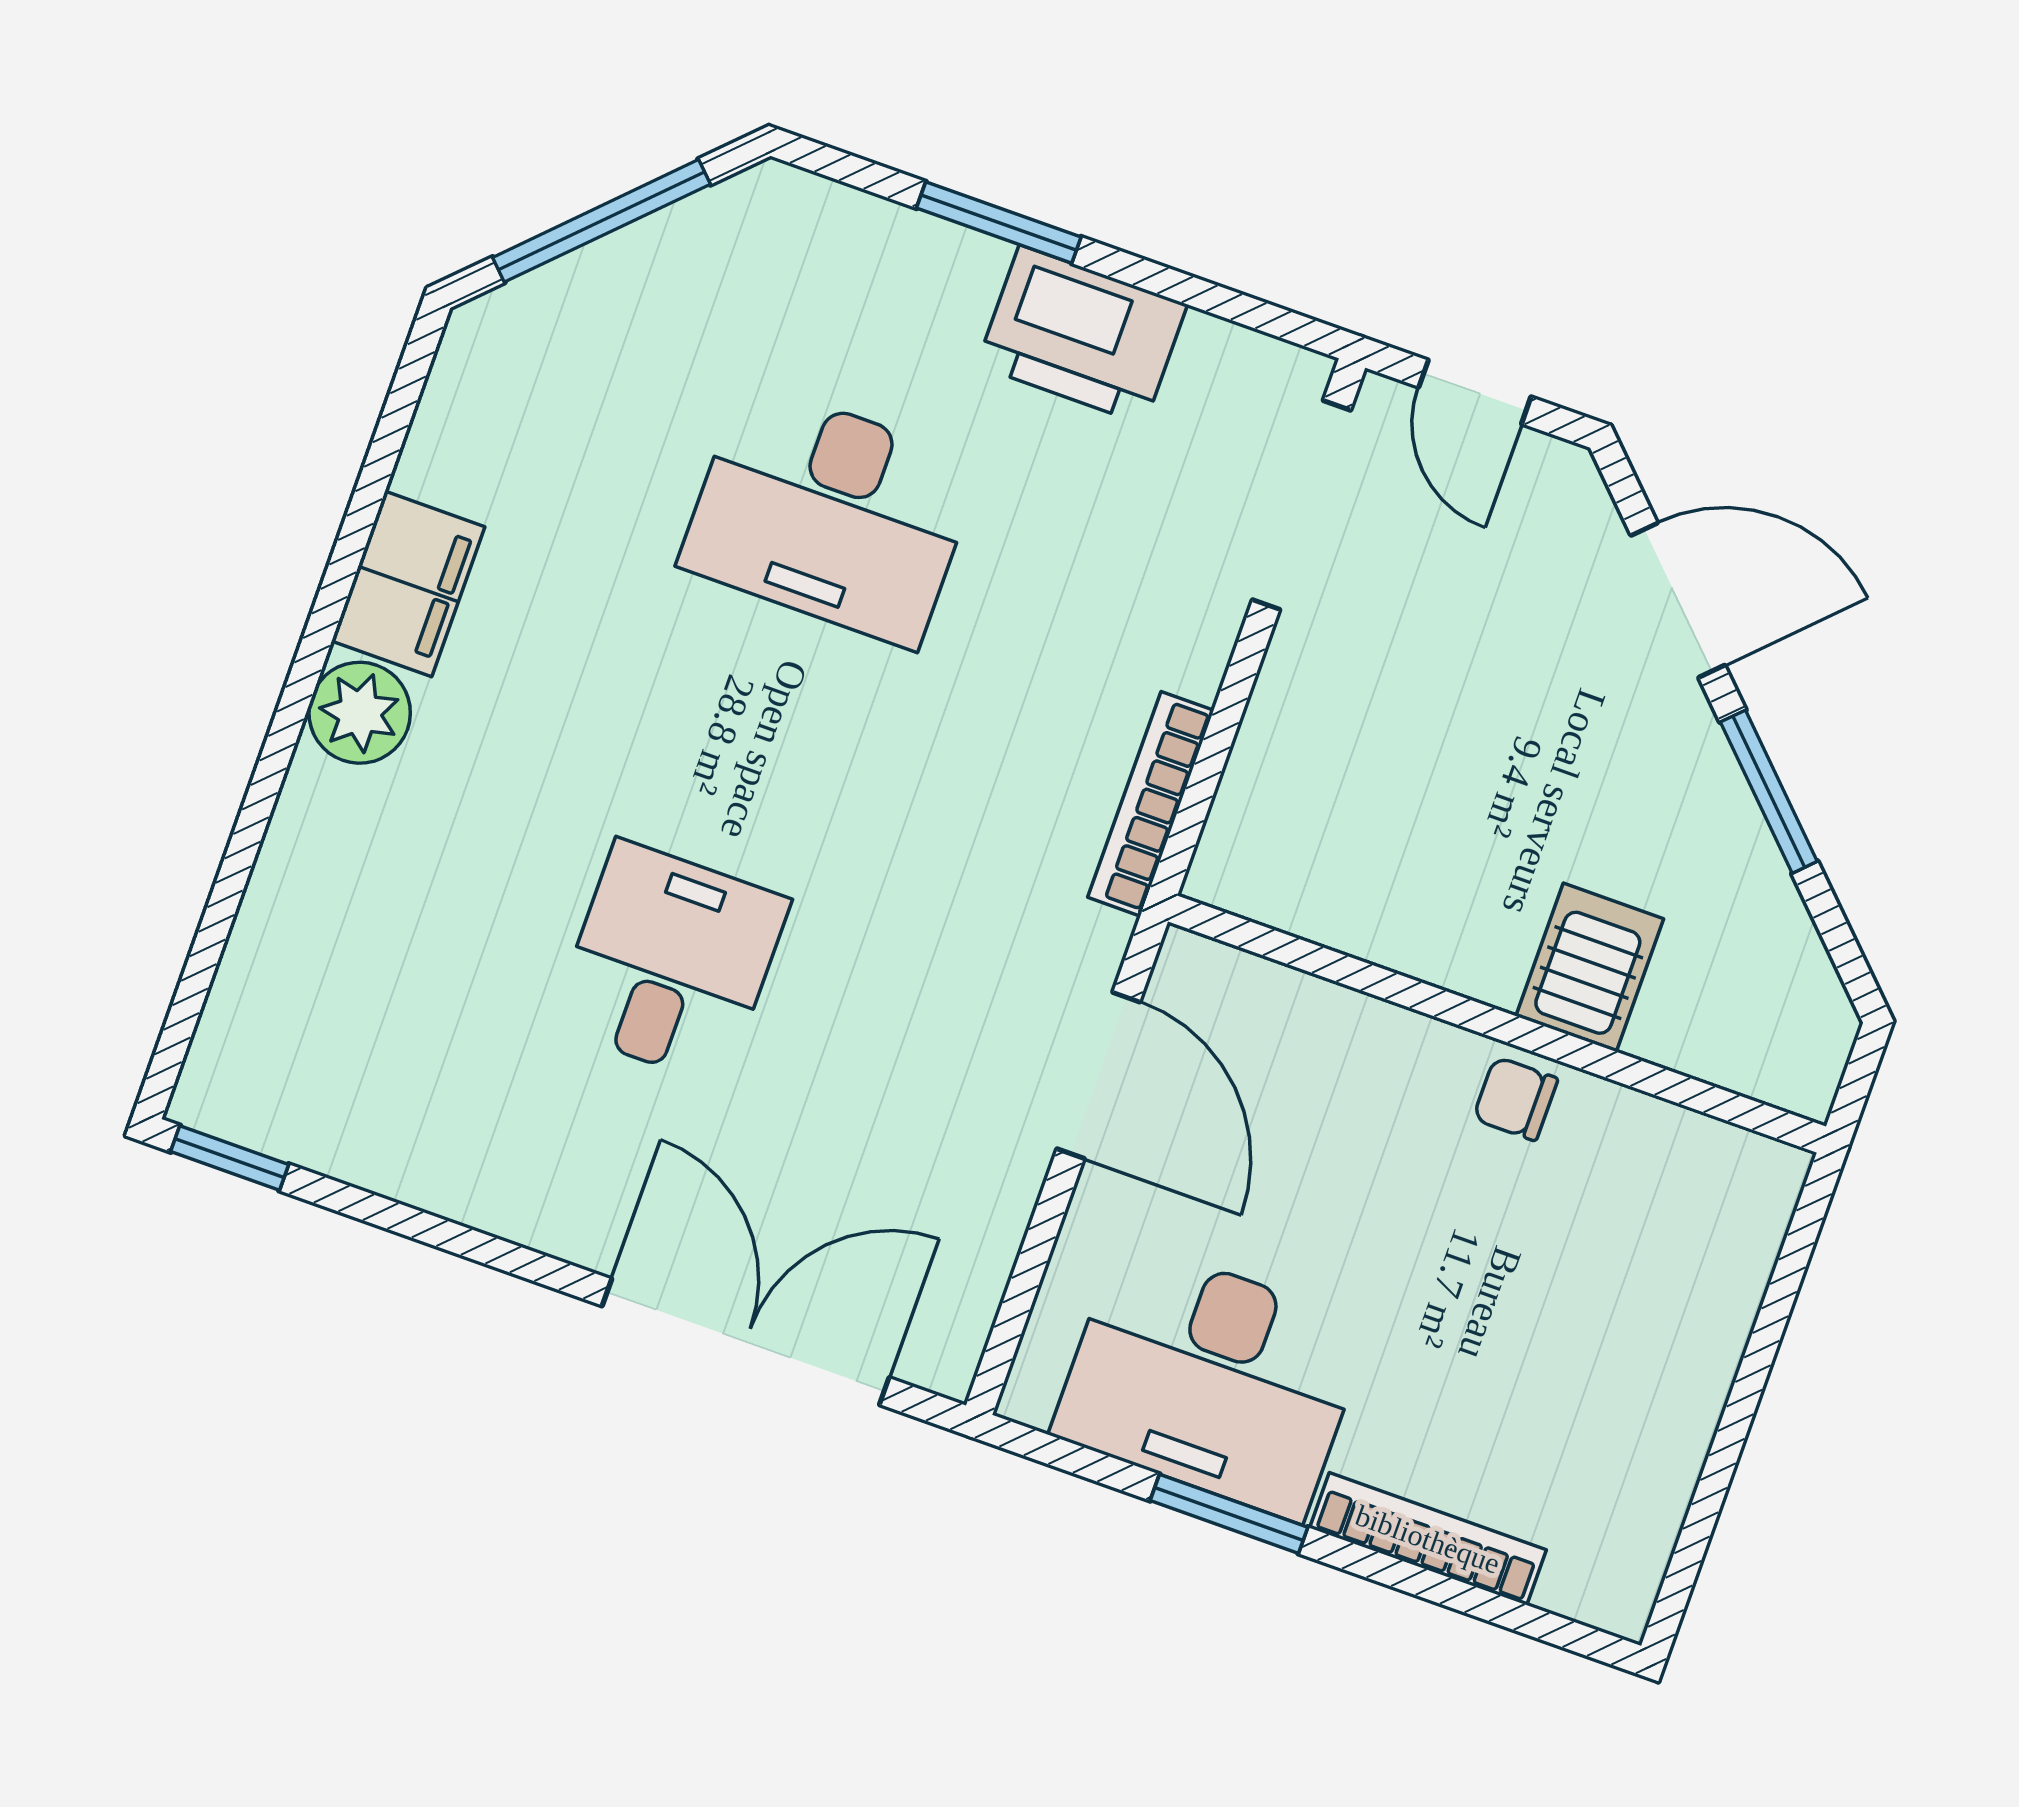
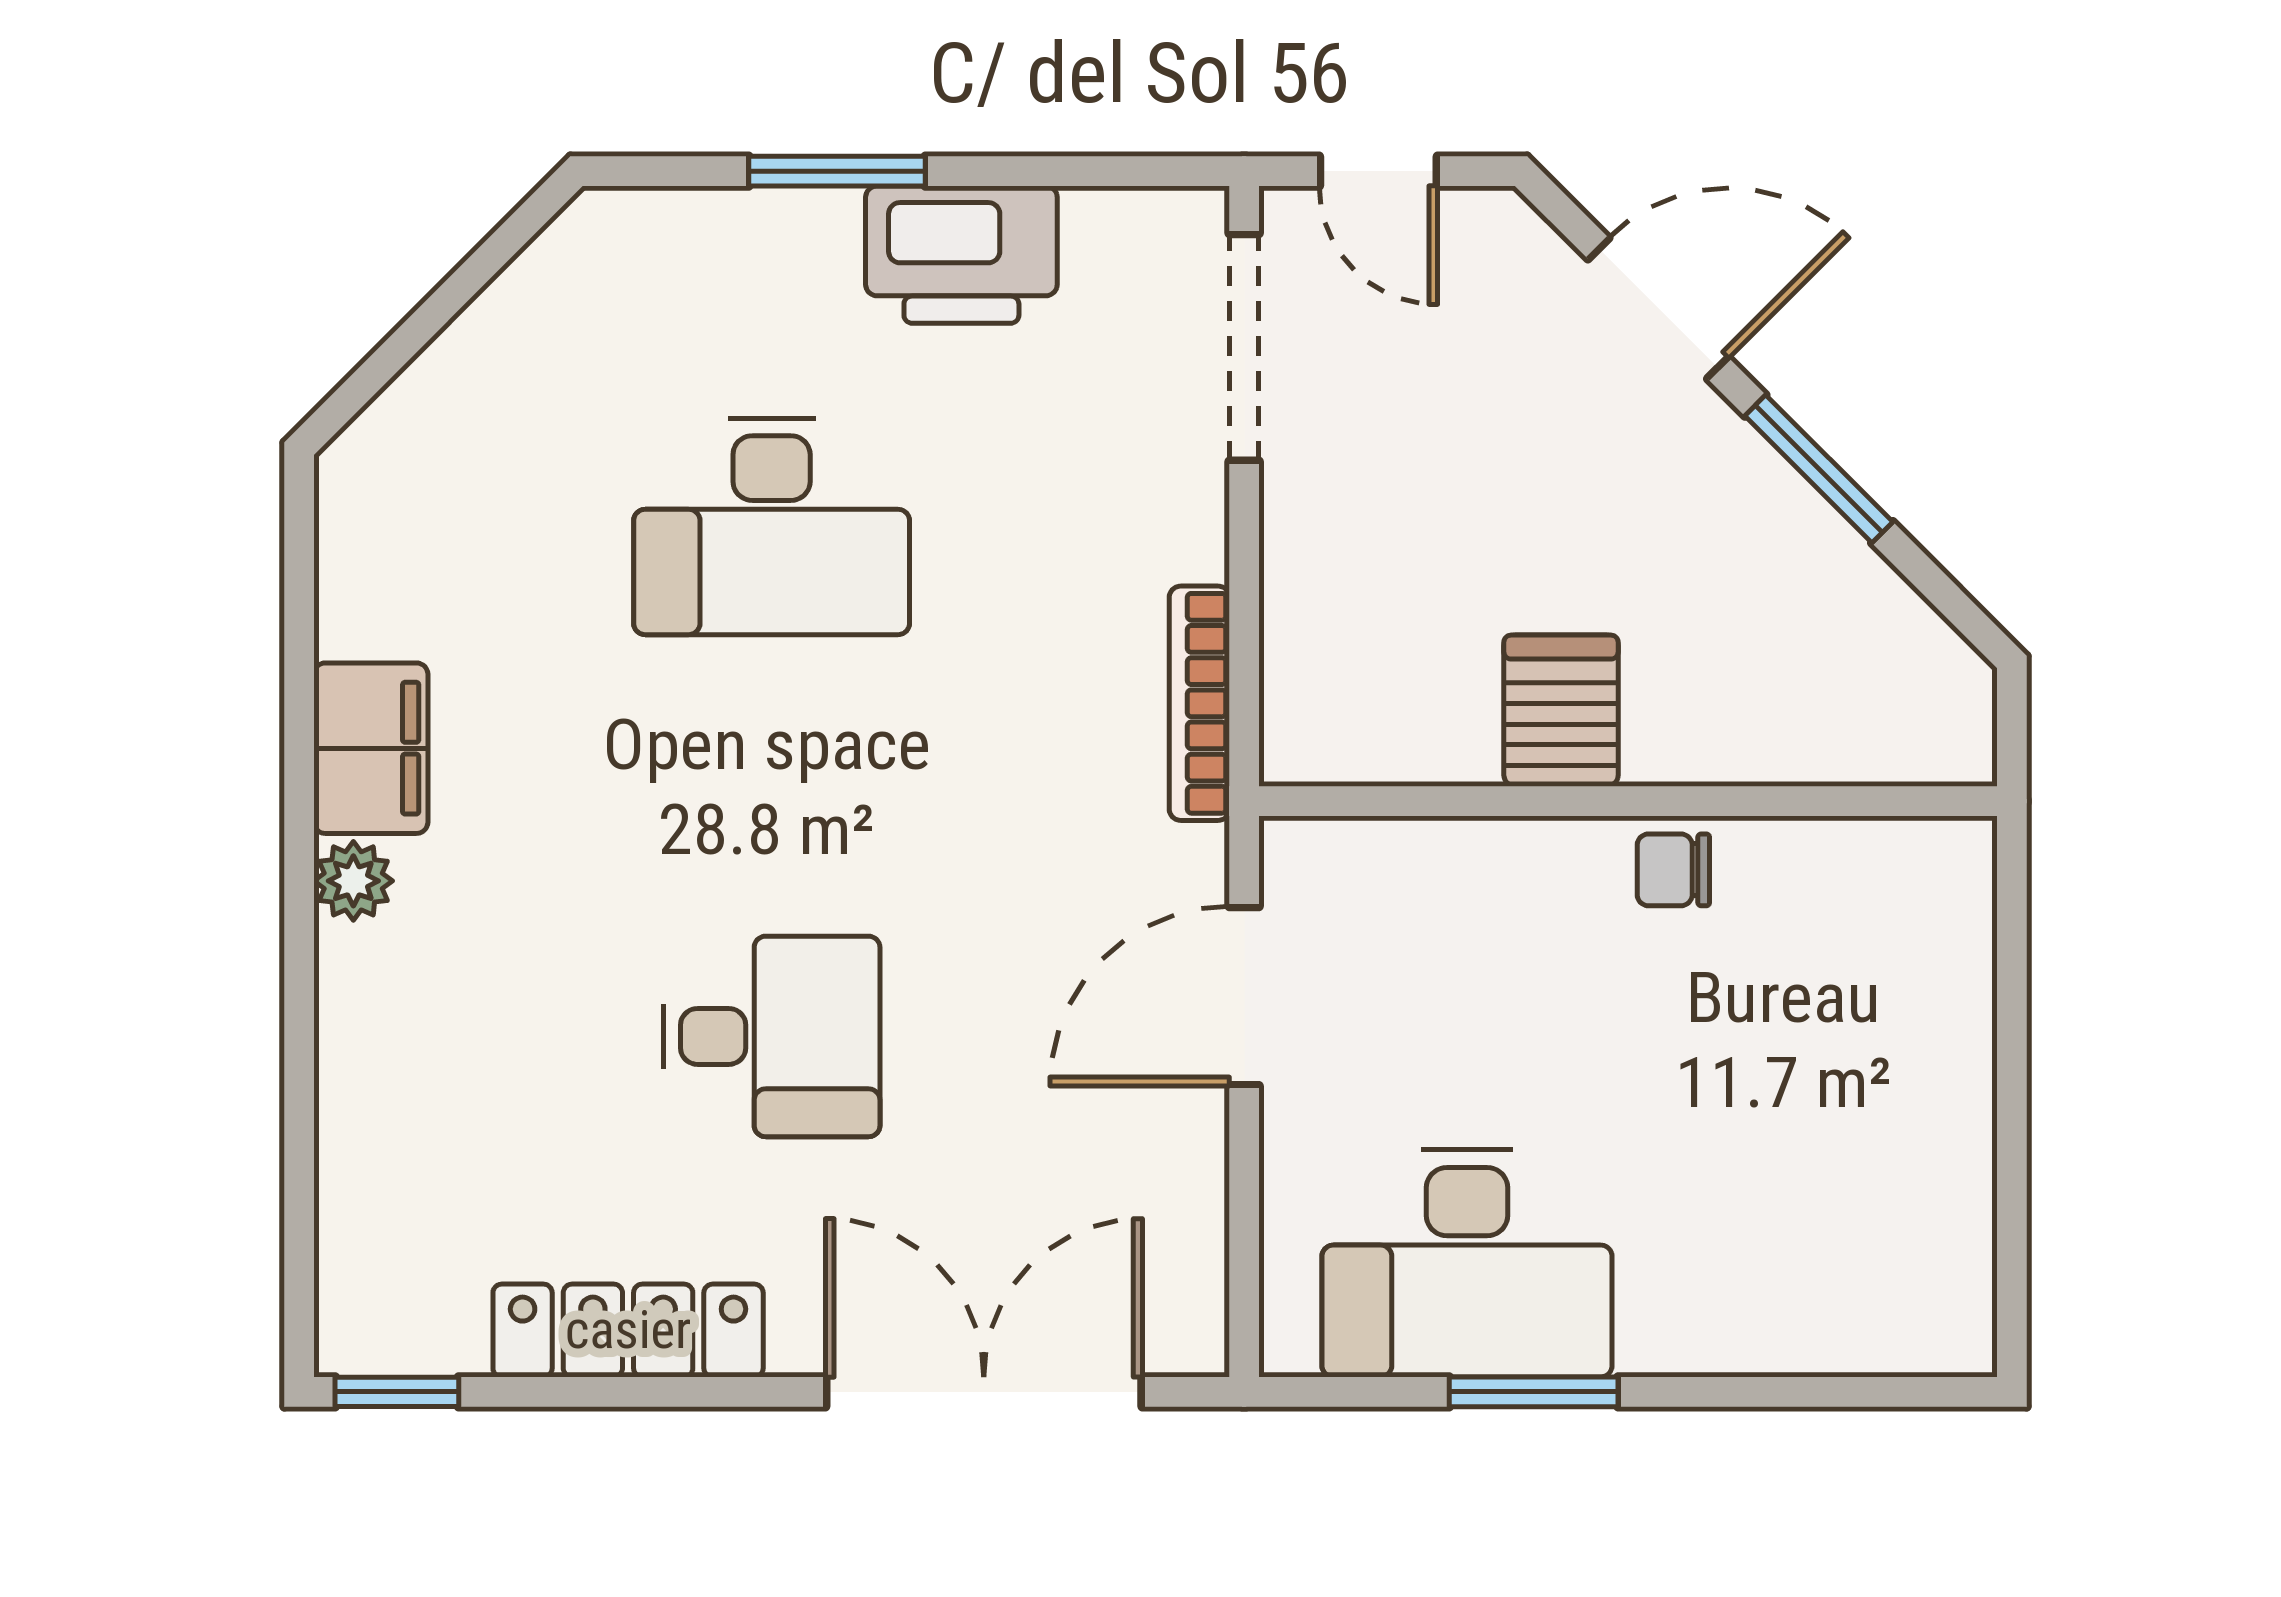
window: (601, 221) -> (435, 312), removed
plant: (360, 713) -> (353, 881), width x0.73, depth x0.73
desk: (670, 963) -> (772, 1036), turned 90
server rack: (1590, 967) -> (1561, 711), moved
door: (1098, 1075) -> (1244, 996), swing flipped
locker: (452, 1176) -> (628, 1330), added
bookcase: (1428, 1539) -> (1743, 1345), removed

